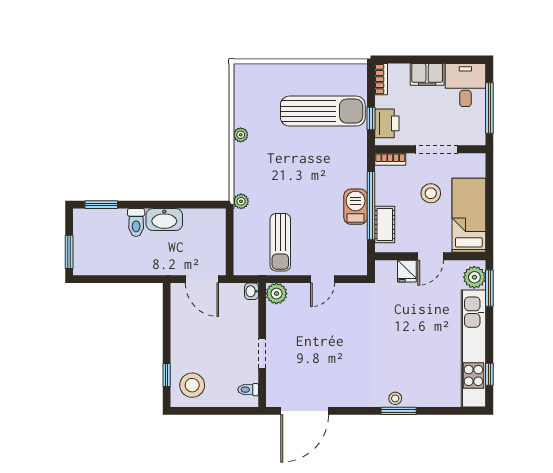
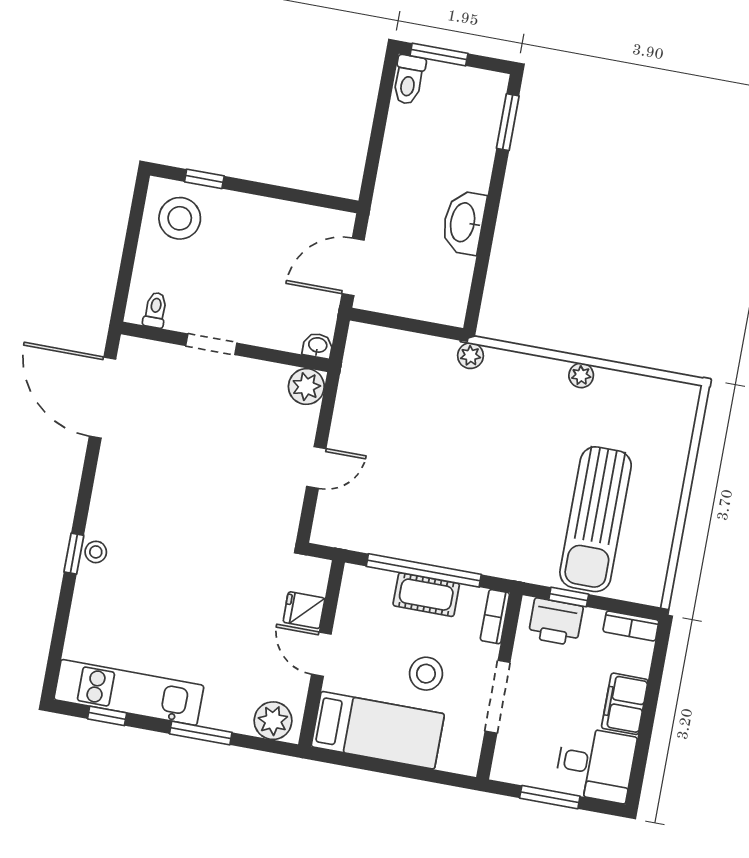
window: (489, 108) -> (550, 797), width x0.69
barbecue: (356, 207) -> (427, 545), removed
toilet: (136, 222) -> (409, 80), moved, turned -90
cot: (385, 224) -> (426, 595), moved
sun lounger: (280, 242) -> (390, 408), removed
door: (323, 279) -> (316, 467), swing flipped
window: (489, 288) -> (201, 733), moved
kitchen unit: (473, 348) -> (129, 692), width x0.73
window: (399, 411) -> (74, 554), width x0.67

